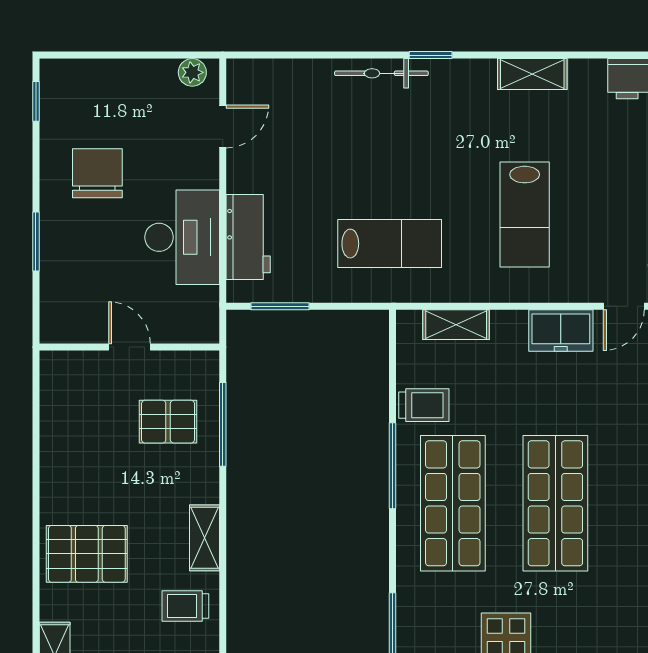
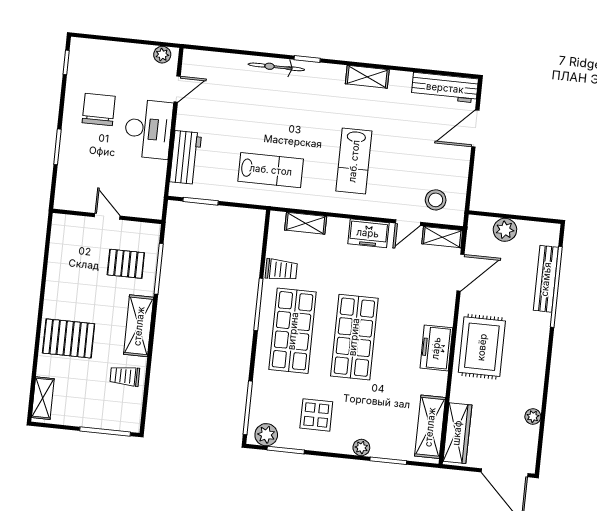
desk: (182, 237) -> (148, 129), moved
shelving: (204, 538) -> (139, 326), width x1.50, depth x1.33

